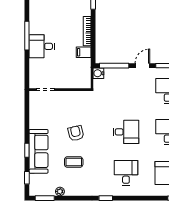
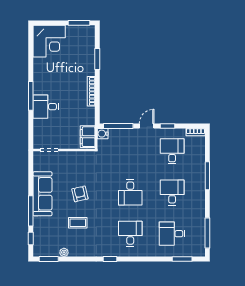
filing cabinet: (84, 52) -> (88, 137), moved, width x2.00
desk: (126, 132) -> (130, 192), turned 90
window: (27, 150) -> (31, 211), width x2.17
sofa: (39, 151) -> (42, 194), moved

